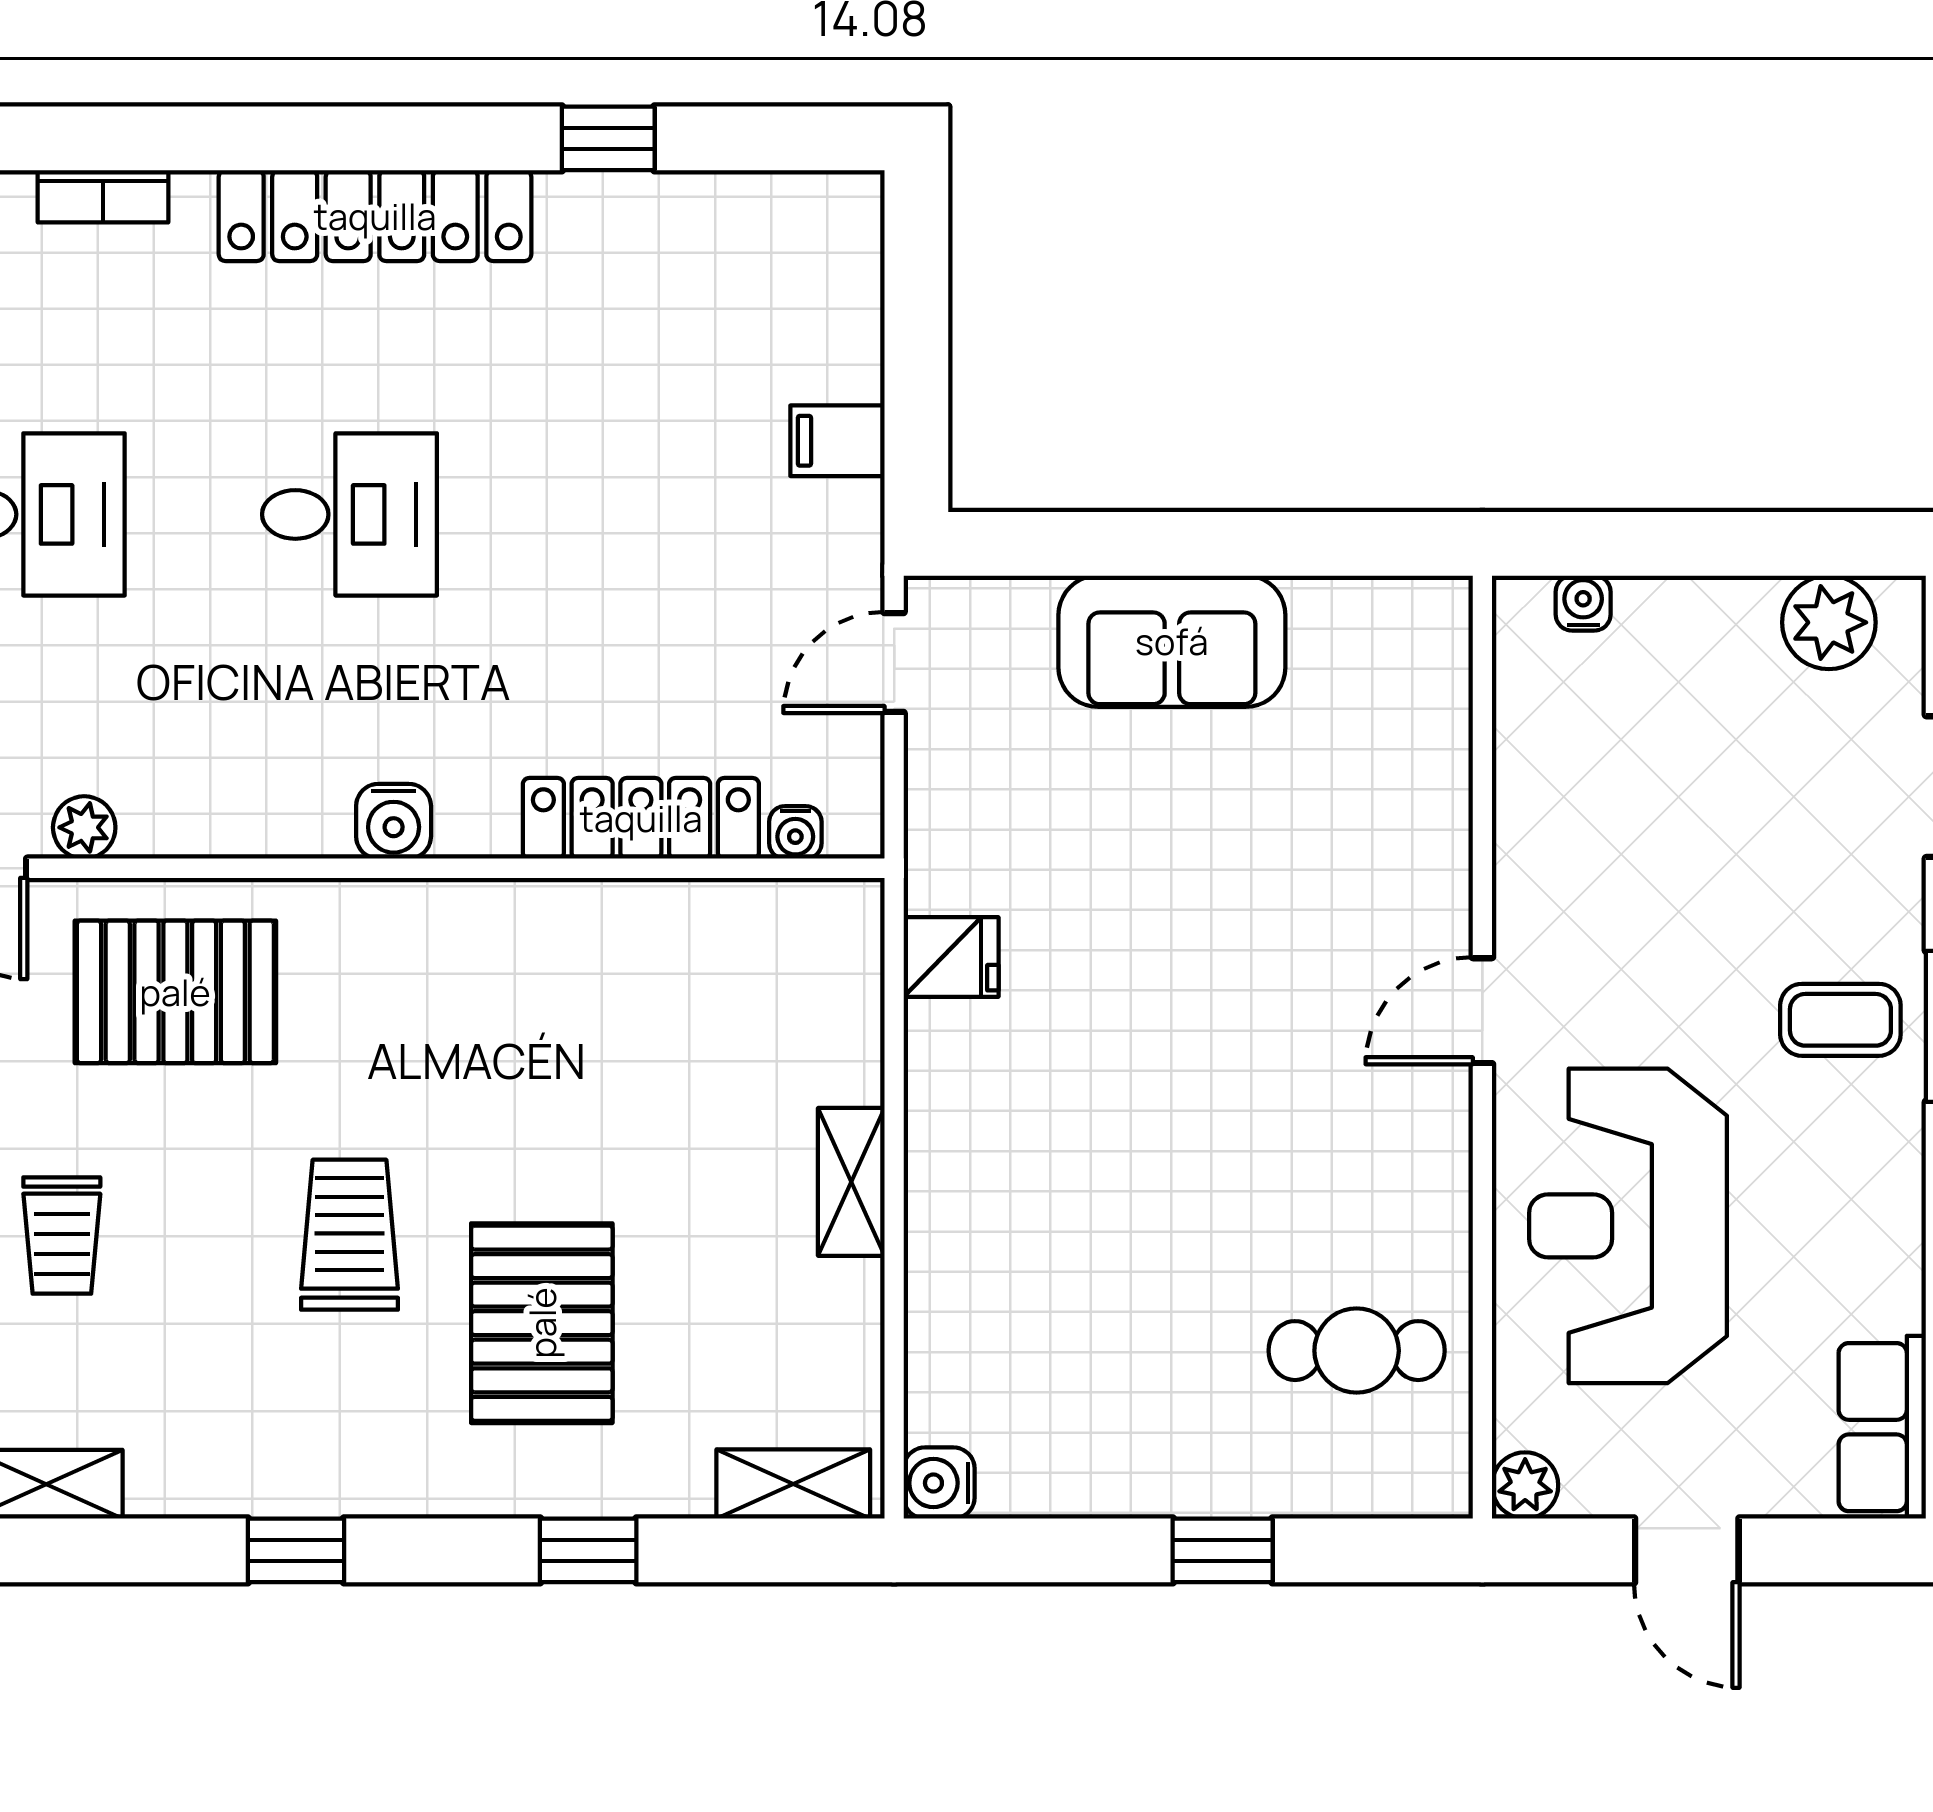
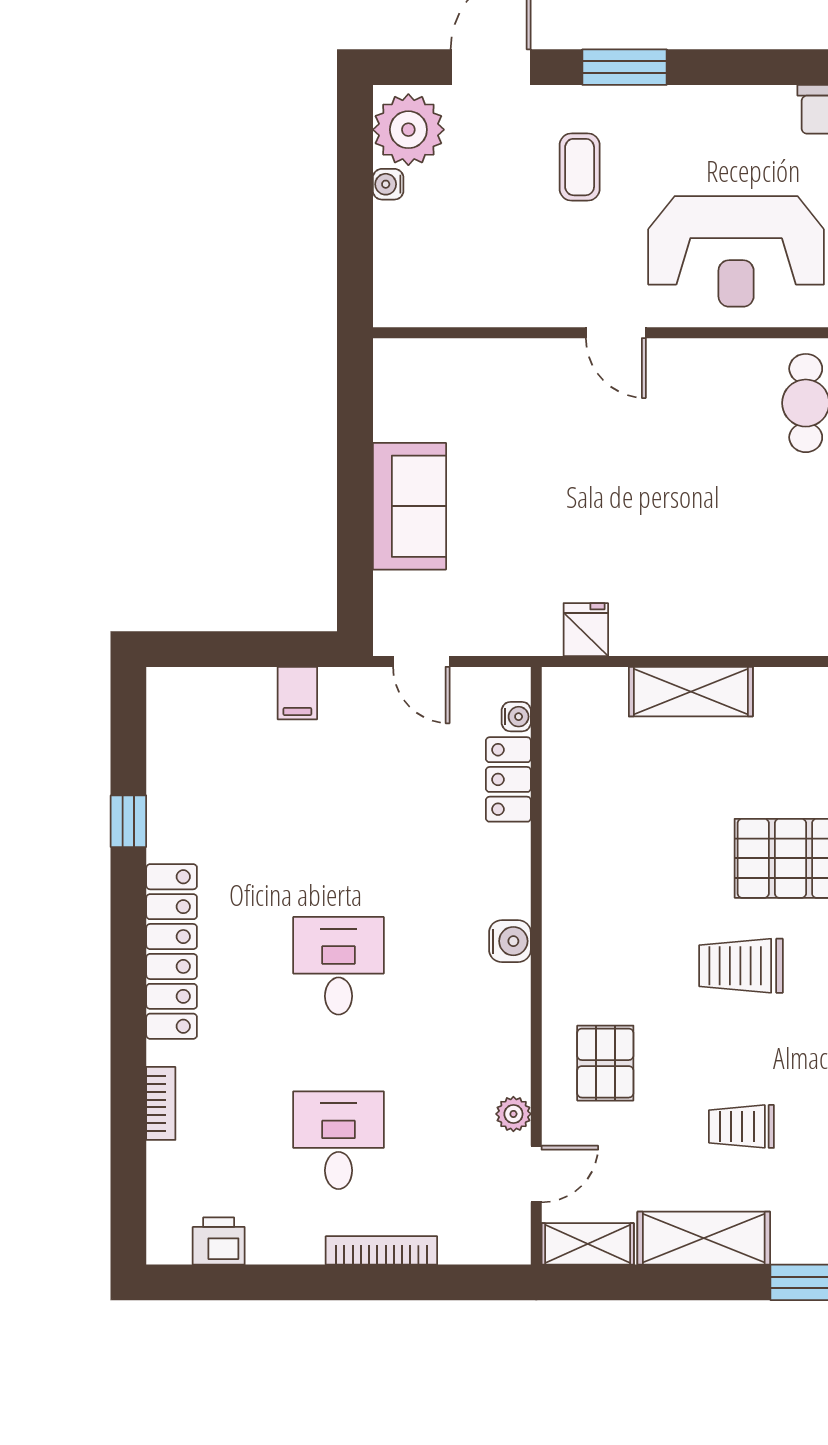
water cooler: (1583, 603) -> (388, 184), moved
plant: (1829, 622) -> (408, 130), width x1.36, depth x1.36
locker: (641, 818) -> (508, 779), width x0.66
pallet: (175, 992) -> (605, 1063), width x0.67, depth x0.71
coffee table: (1840, 1020) -> (580, 167), moved
shelving: (851, 1182) -> (691, 692), width x1.50, depth x1.33
trolley: (62, 1236) -> (741, 1126), turned 180

